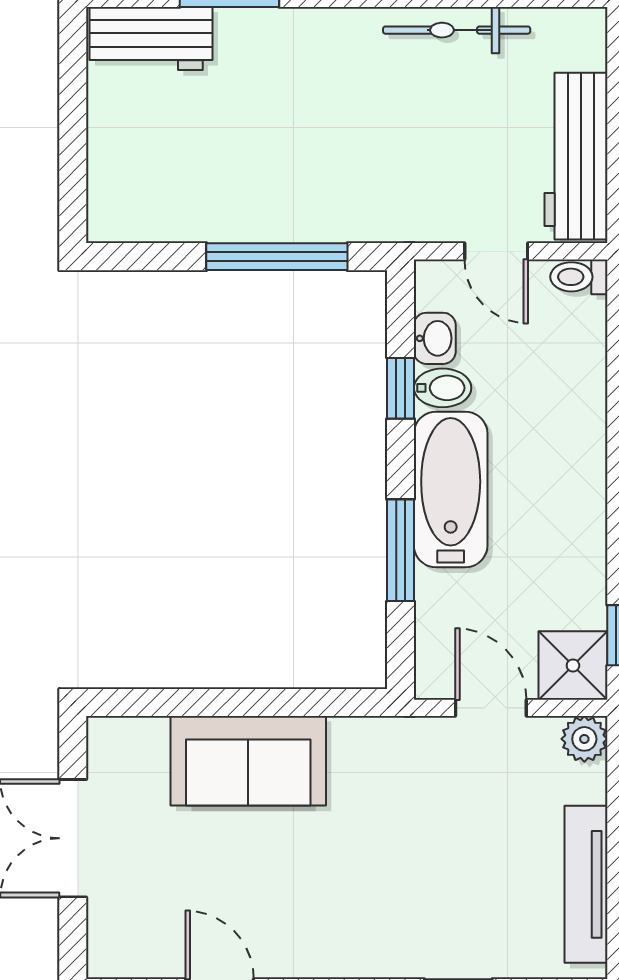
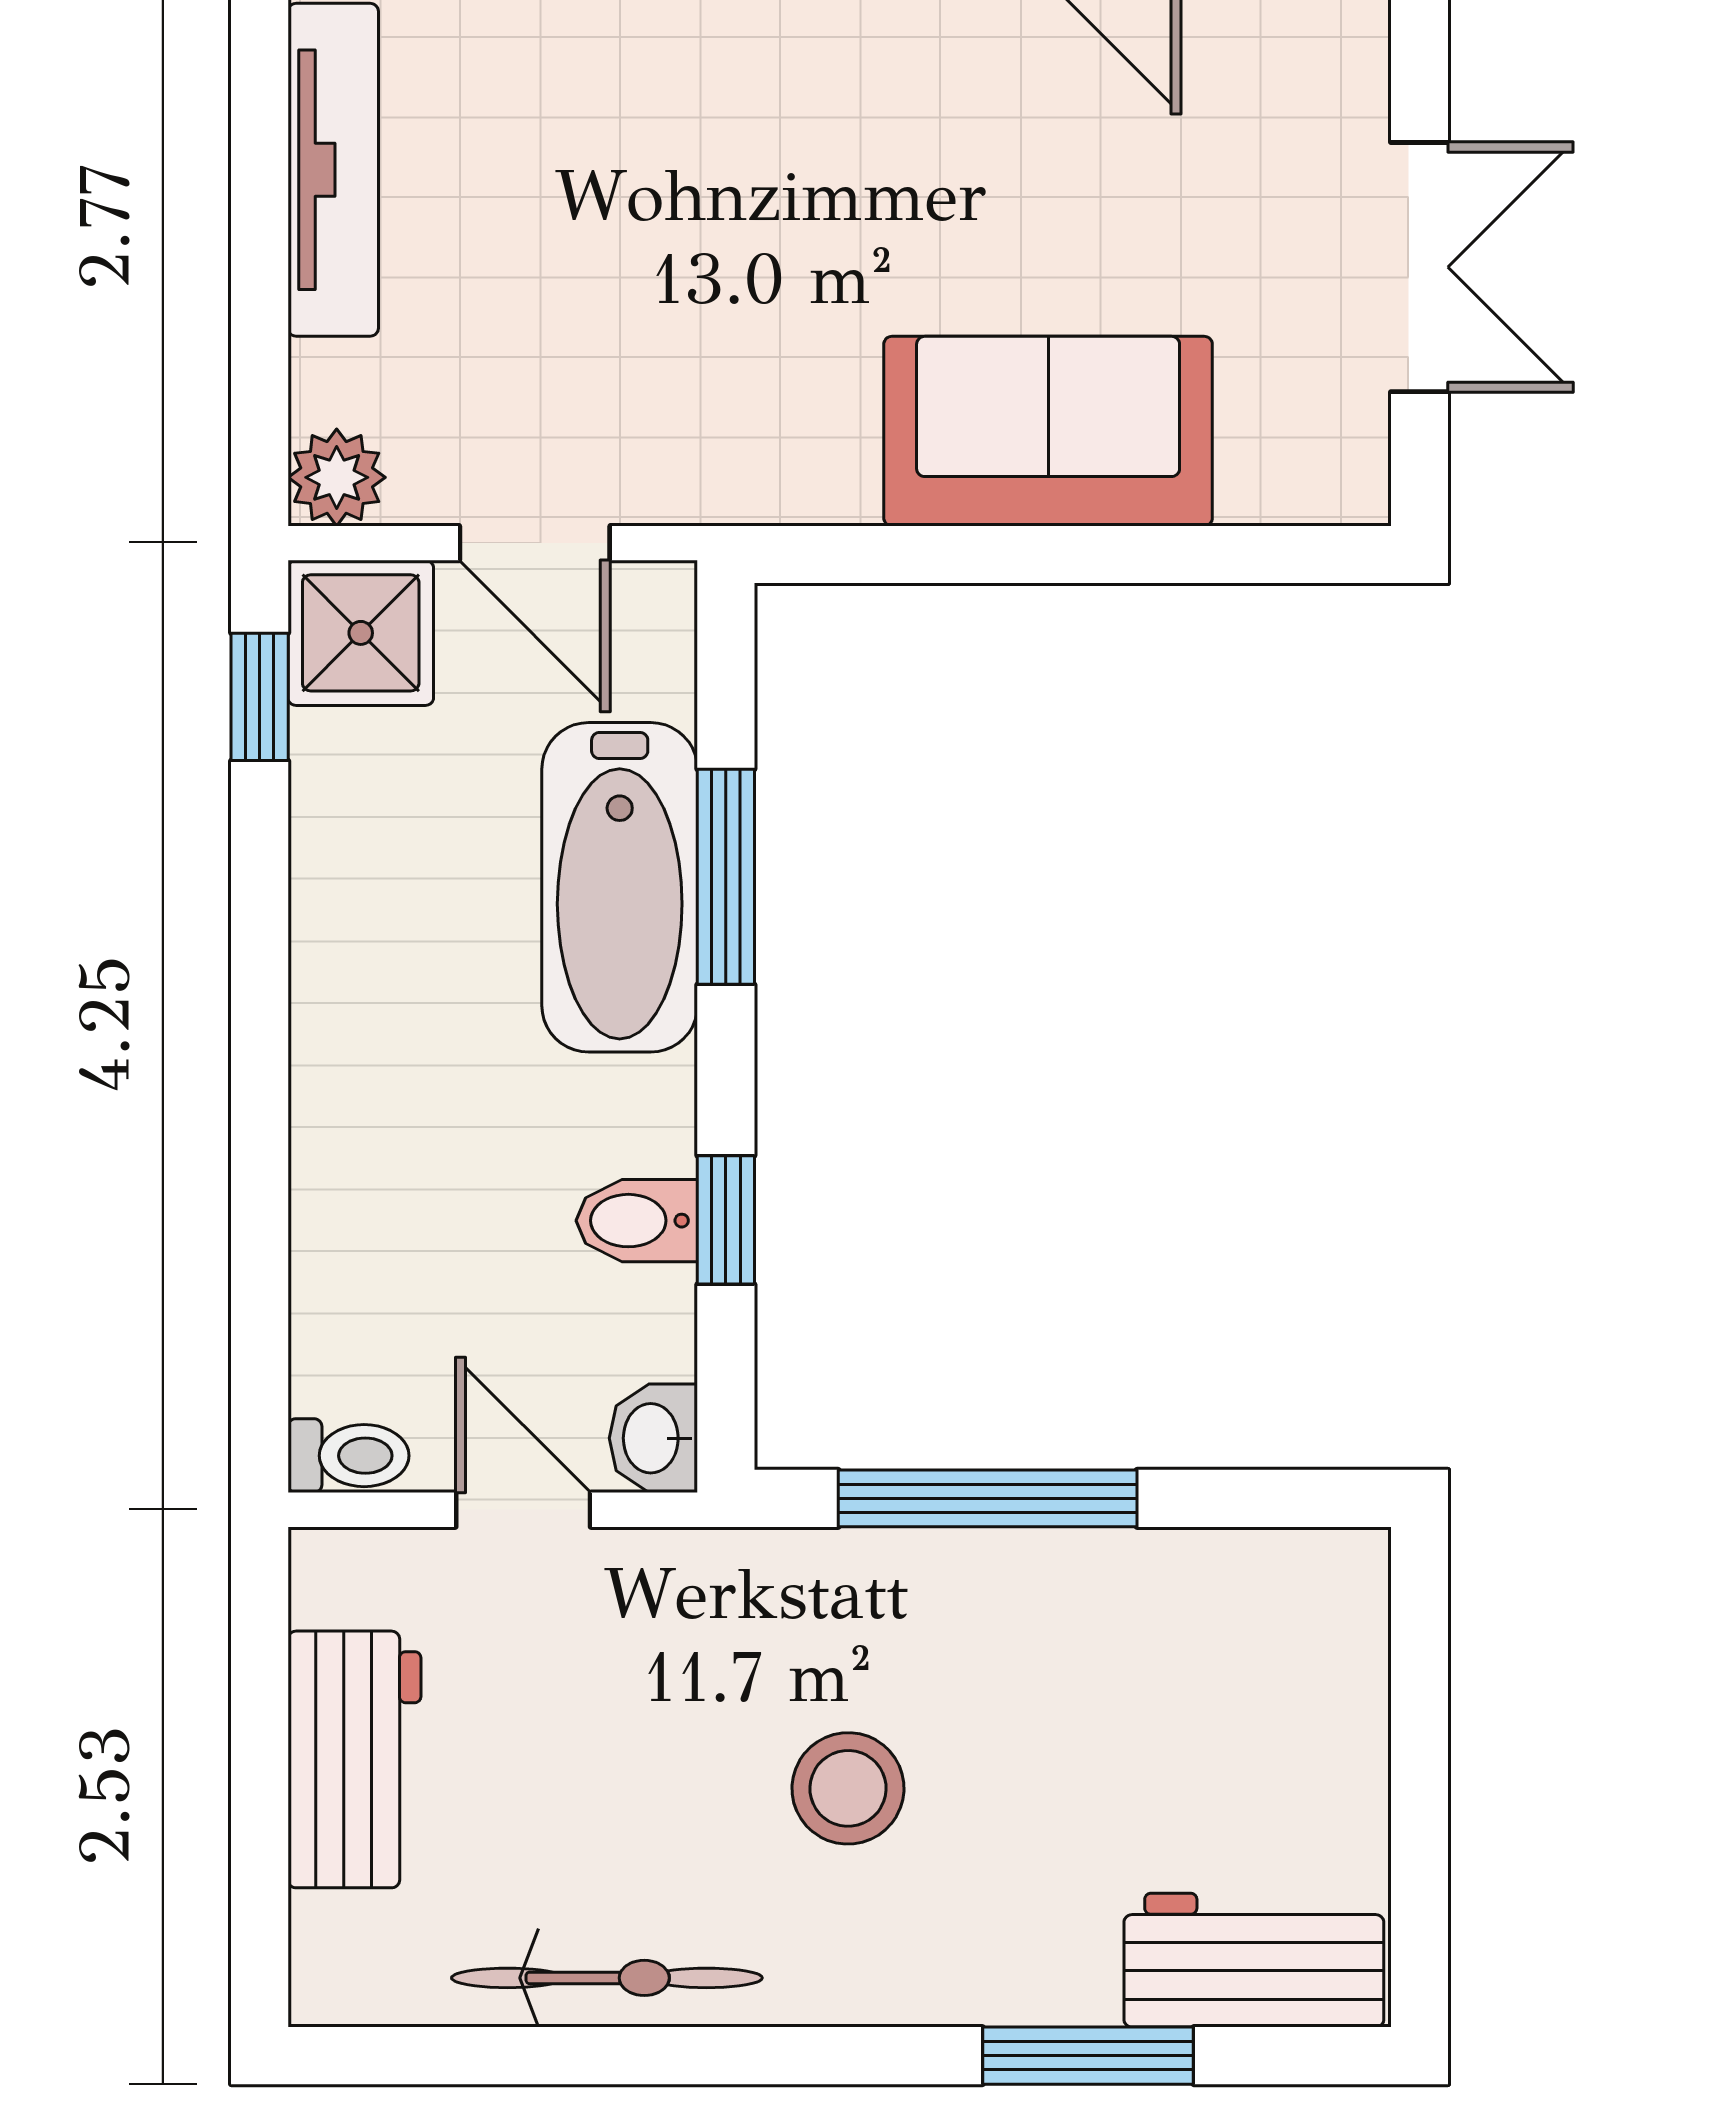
stool: (343, 120) -> (848, 1788), added
workbench: (576, 156) -> (354, 1759), width x0.73
washbasin: (435, 338) -> (653, 1438), moved
bathtub: (451, 490) -> (620, 887), moved

